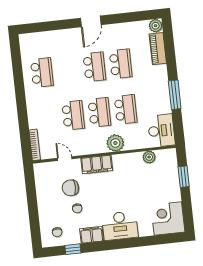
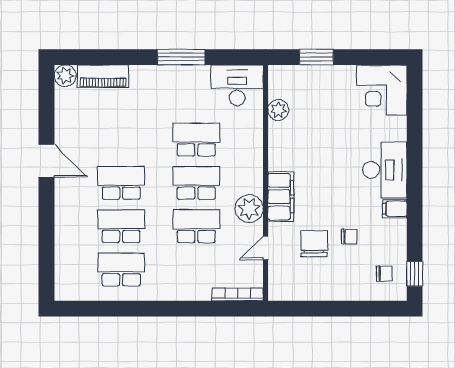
door: (91, 21) -> (47, 161), moved
school desk: (121, 64) -> (121, 226), moved
plant: (115, 143) -> (249, 209), moved
chair: (70, 188) -> (314, 244), turned 180
filing cabinet: (92, 235) -> (395, 209), width x0.50
window: (73, 249) -> (415, 274), moved

